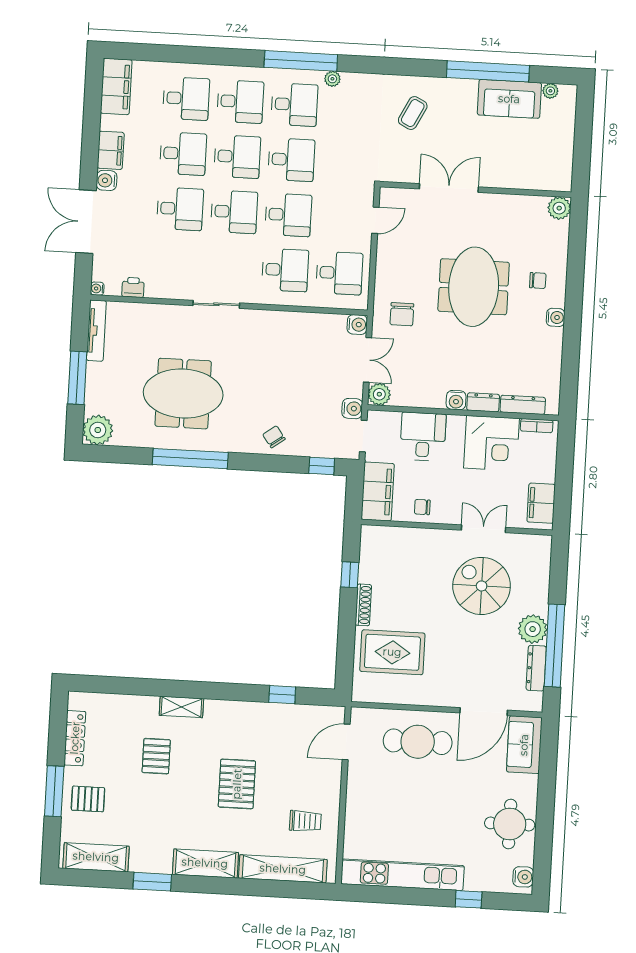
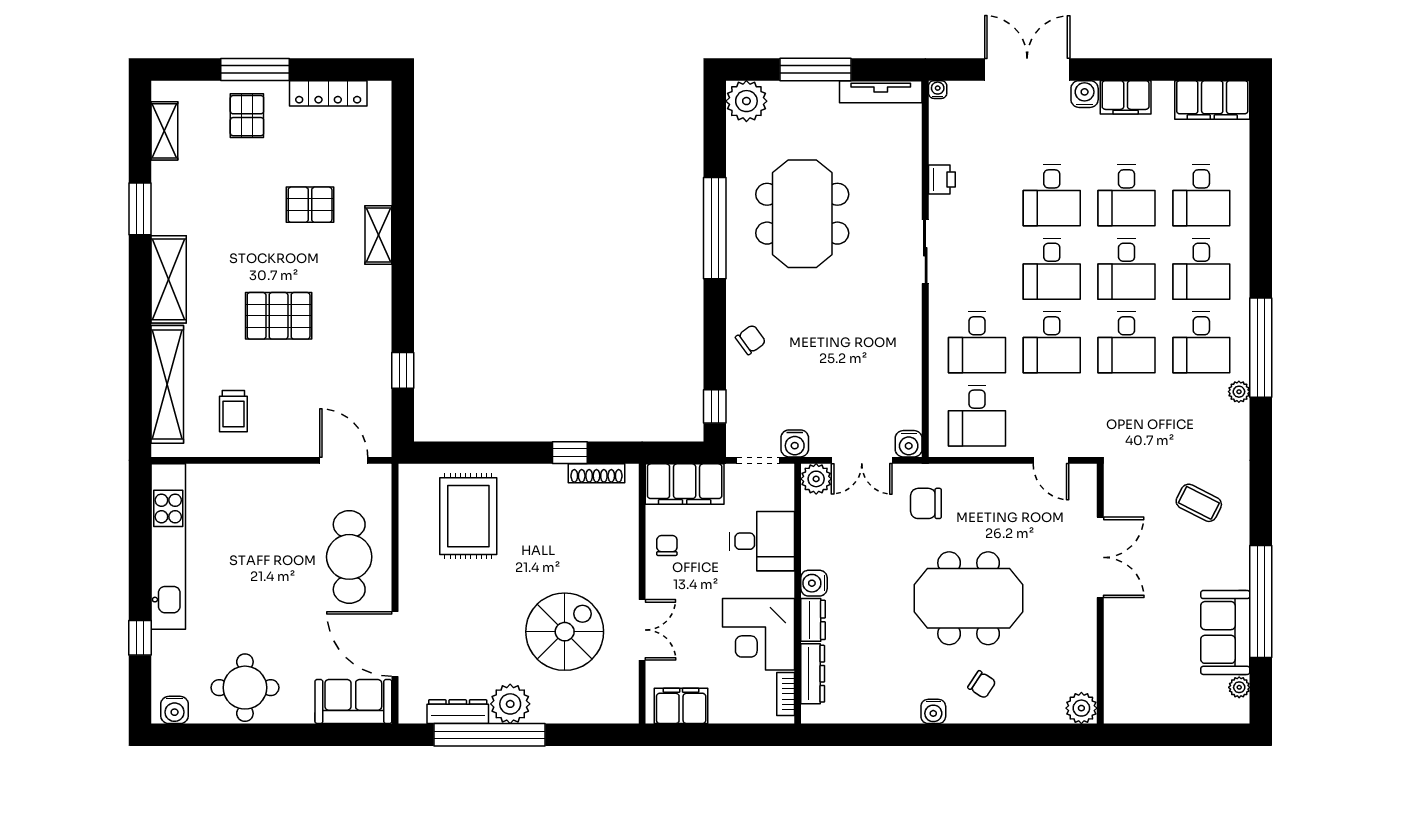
chair: (538, 281) -> (982, 685), turned -57
printer: (133, 287) -> (942, 180), moved
shoe rack: (363, 605) -> (596, 473), moved
shelving: (96, 857) -> (164, 131), width x0.67, depth x0.75

